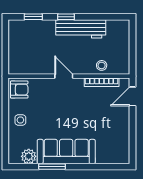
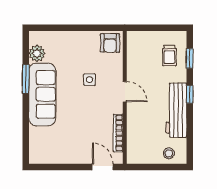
trolley: (31, 35) -> (169, 56), added
stool: (102, 65) -> (169, 153), moved
door: (64, 76) -> (125, 92), hinge flipped
side table: (20, 120) -> (90, 80), moved

